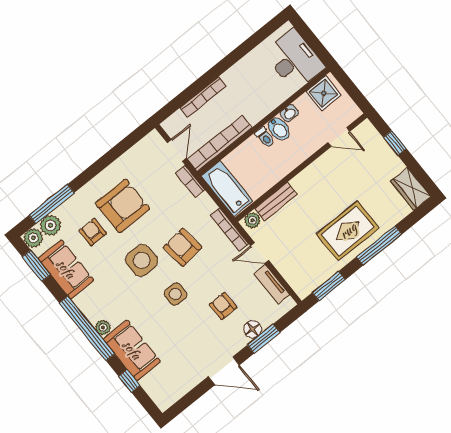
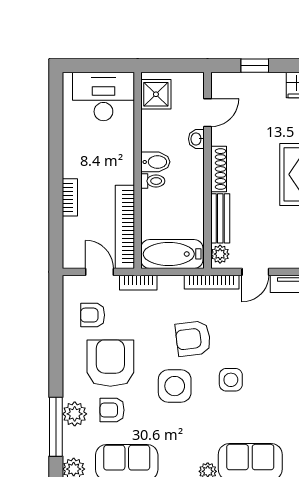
bookcase: (203, 97) -> (70, 197), width x0.64
washbasin: (289, 113) -> (196, 139), moved, turned 180
shoe rack: (308, 174) -> (219, 169), added
plant: (50, 225) -> (75, 414), moved
armchair: (223, 306) -> (93, 315), moved

